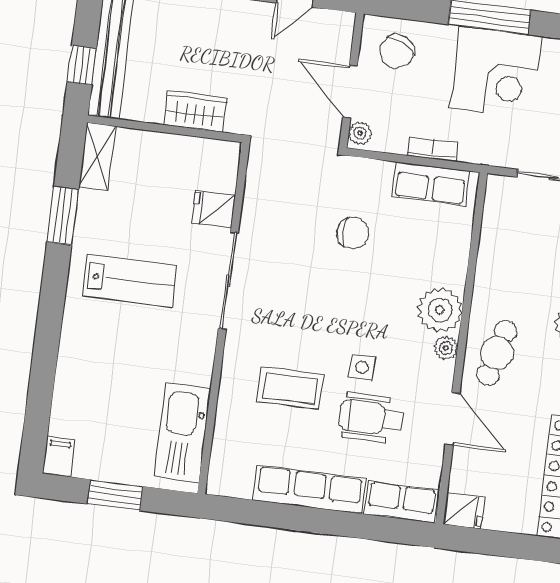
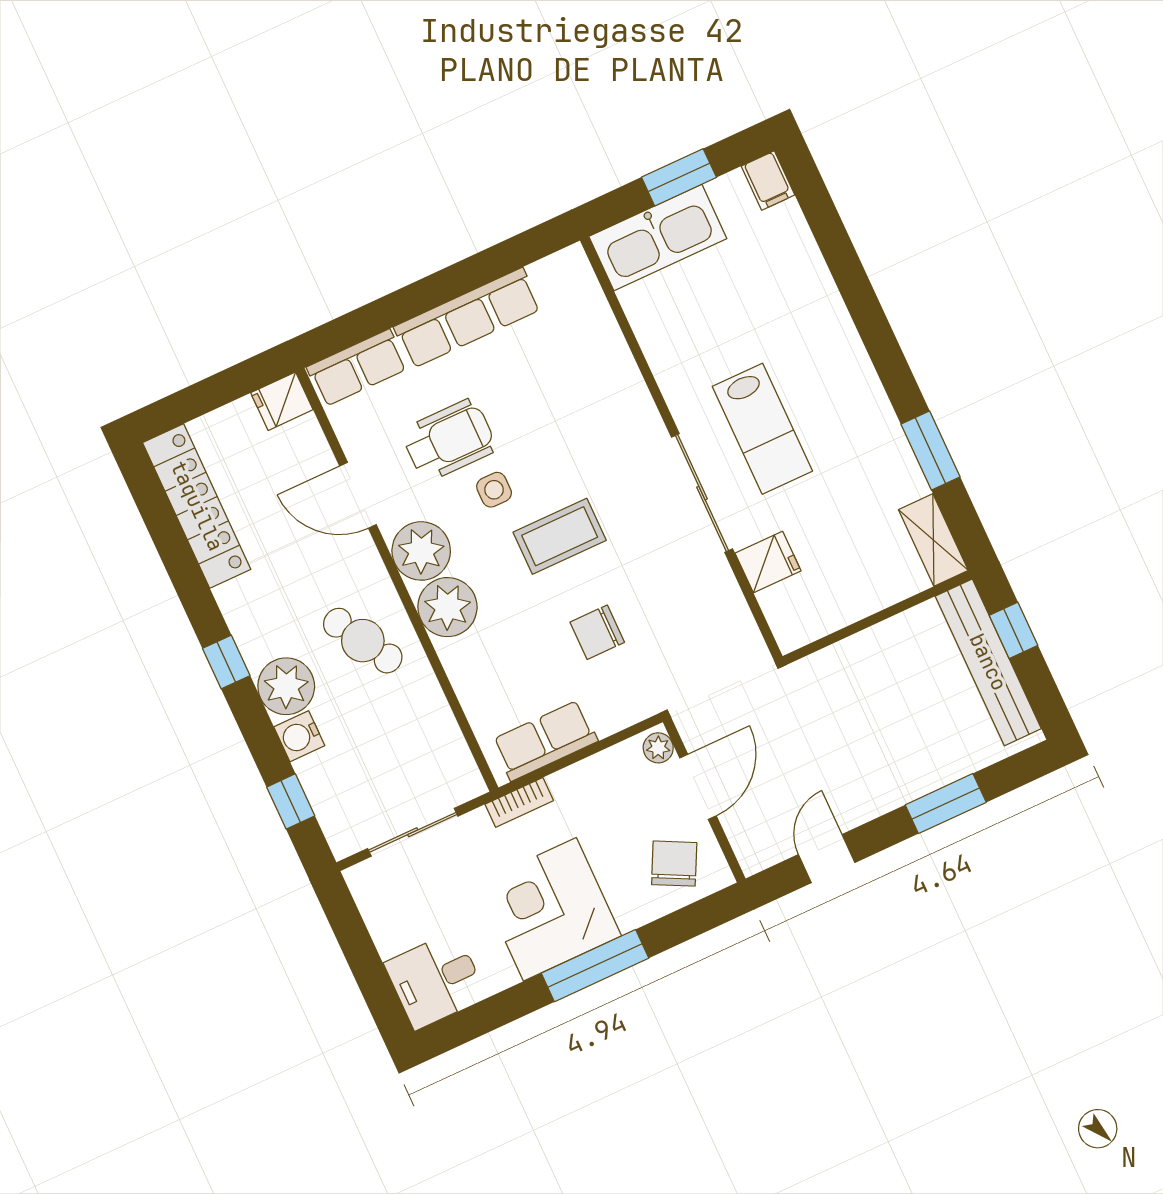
door: (350, 92) -> (698, 787), hinge flipped
wardrobe: (195, 111) -> (856, 658), removed
bookcase: (433, 149) -> (519, 802), moved
lab bench: (129, 281) -> (762, 429), moved, turned -90
plant: (446, 348) -> (421, 551), width x1.88, depth x1.88
cafe table: (497, 353) -> (363, 641), moved, turned -45
coffee table: (290, 388) -> (560, 536), moved
kitchen sink: (182, 432) -> (658, 238), moved, turned 90

